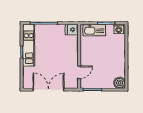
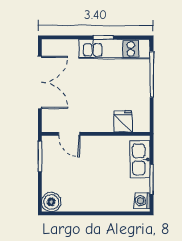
fridge: (72, 30) -> (123, 121), moved

